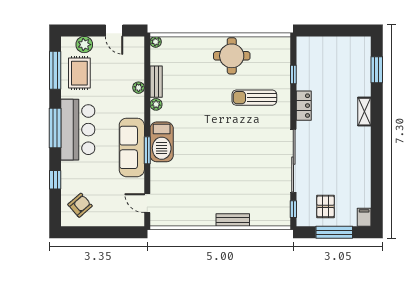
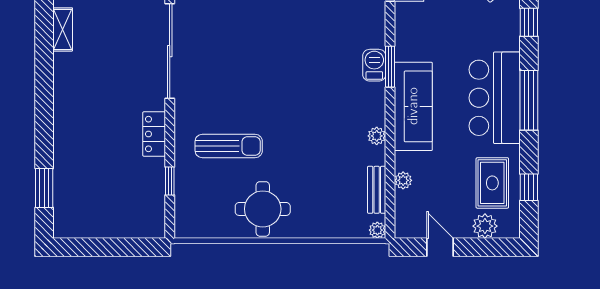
window: (55, 70) -> (529, 187), width x0.46
bench: (156, 82) -> (377, 190), moved
plant: (139, 88) -> (403, 180), moved
shelving: (364, 112) -> (63, 29), moved
barbecue: (162, 142) -> (374, 65), width x0.53, depth x0.65
sofa: (132, 147) -> (413, 106), moved

